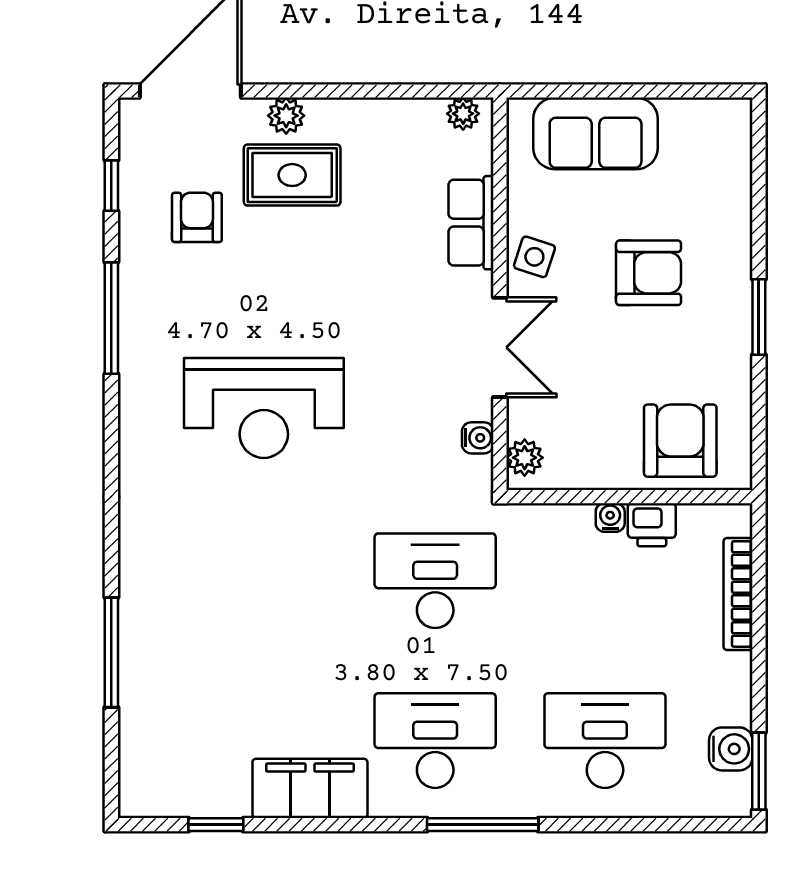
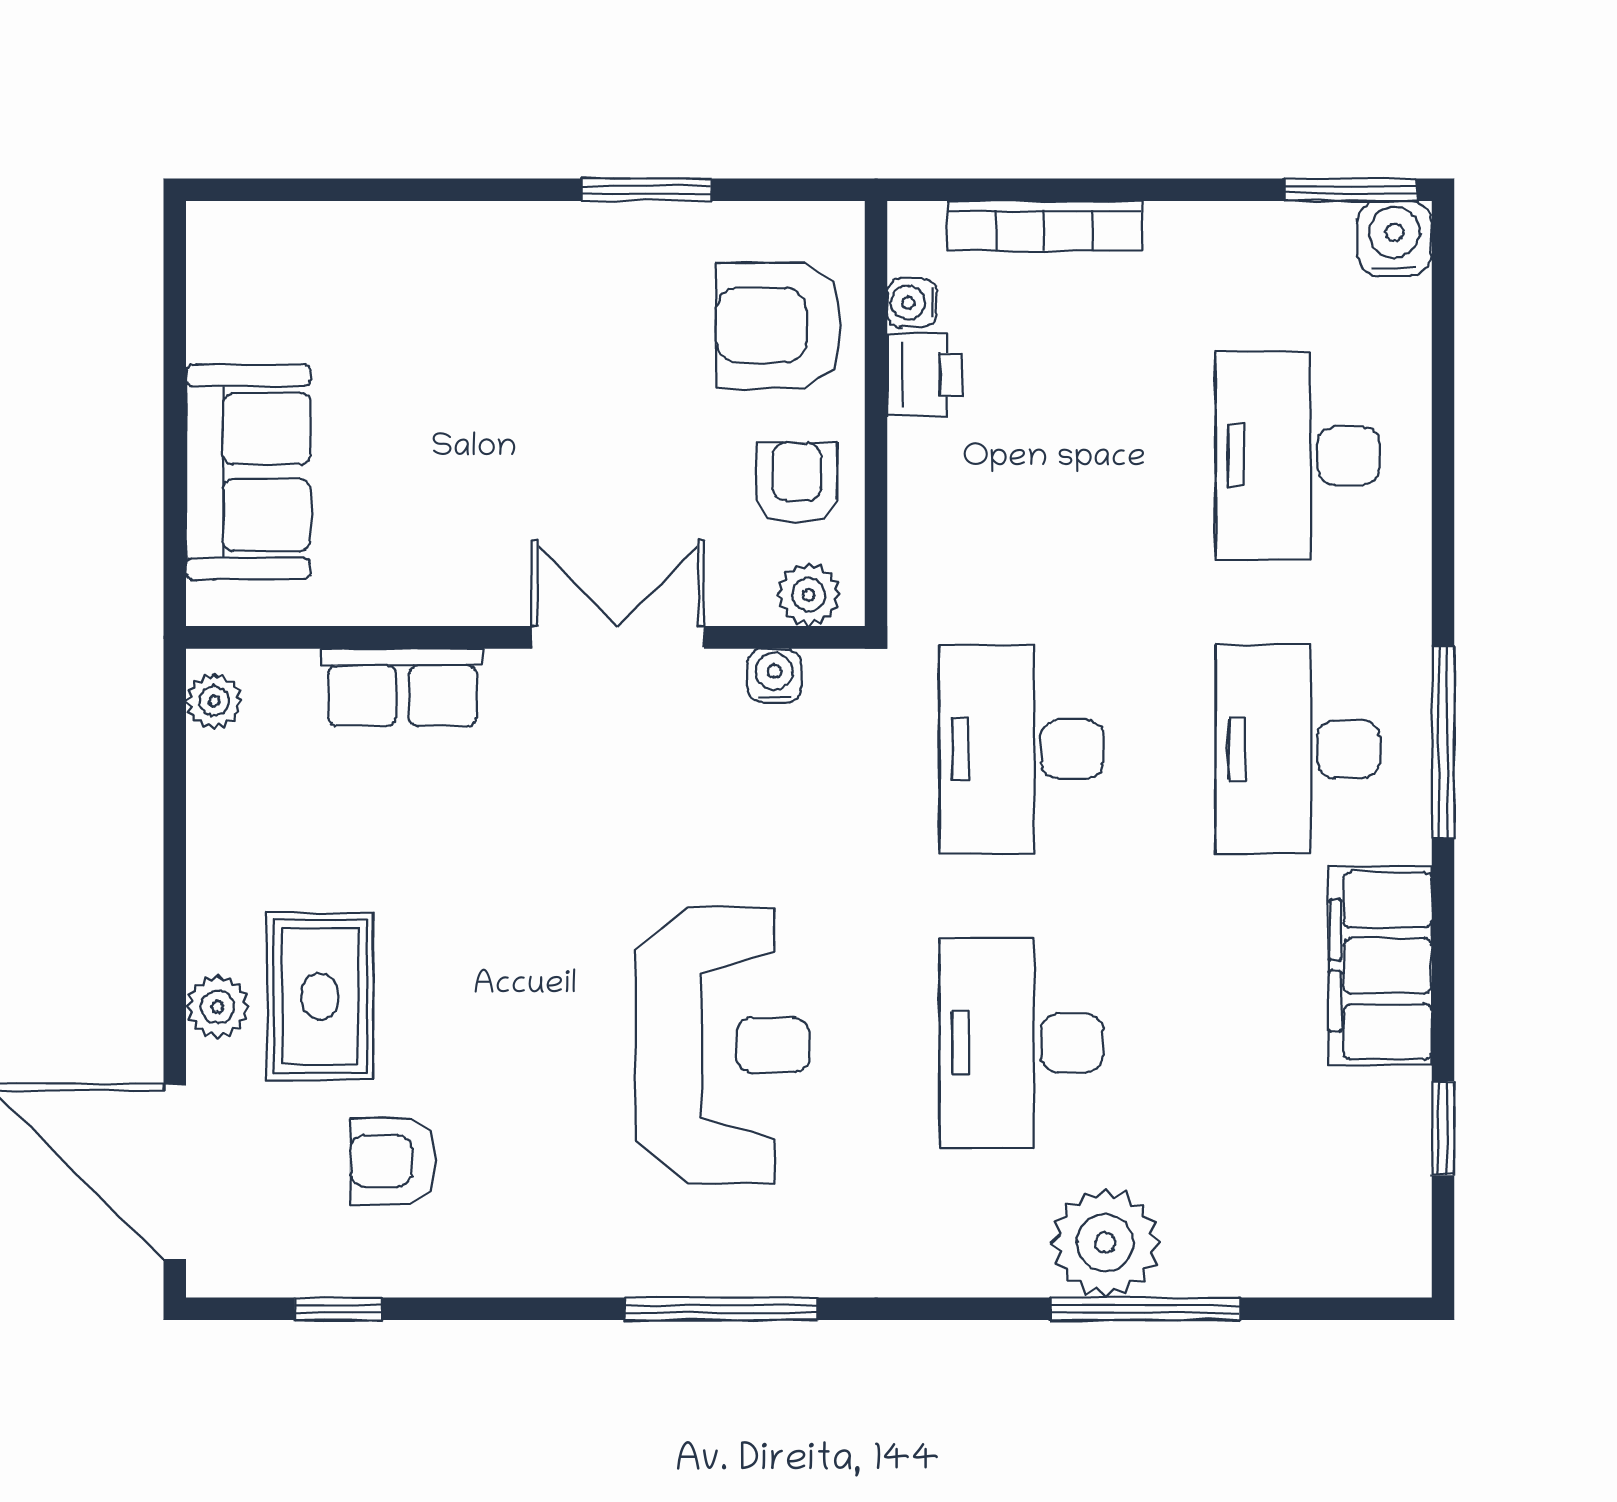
side table: (534, 257) -> (461, 578), removed
armchair: (649, 273) -> (797, 483), moved, width x0.72, depth x0.72
window: (759, 317) -> (647, 190), moved
window: (111, 318) -> (721, 1309), moved
water cooler: (610, 518) -> (912, 303), moved
desk: (265, 581) -> (1021, 1043), added
plant: (150, 629) -> (1105, 1243), added
water cooler: (731, 749) -> (1394, 238), moved
window: (483, 825) -> (1443, 742), moved

